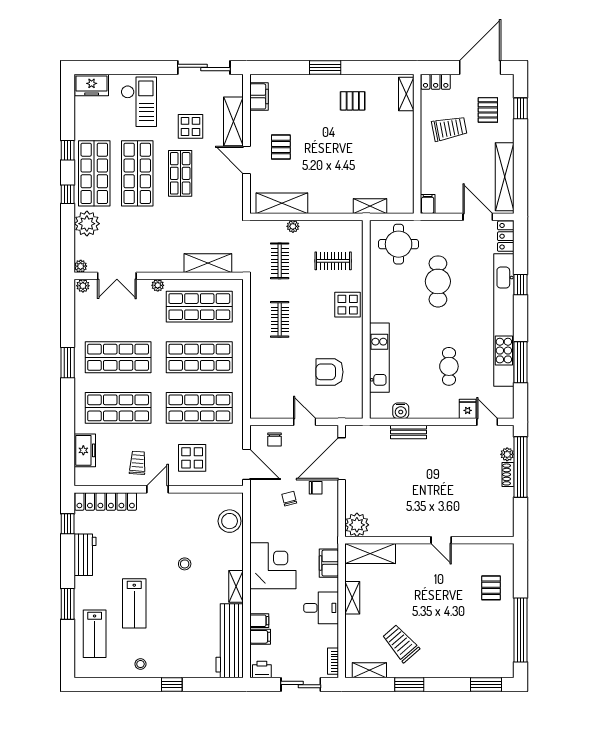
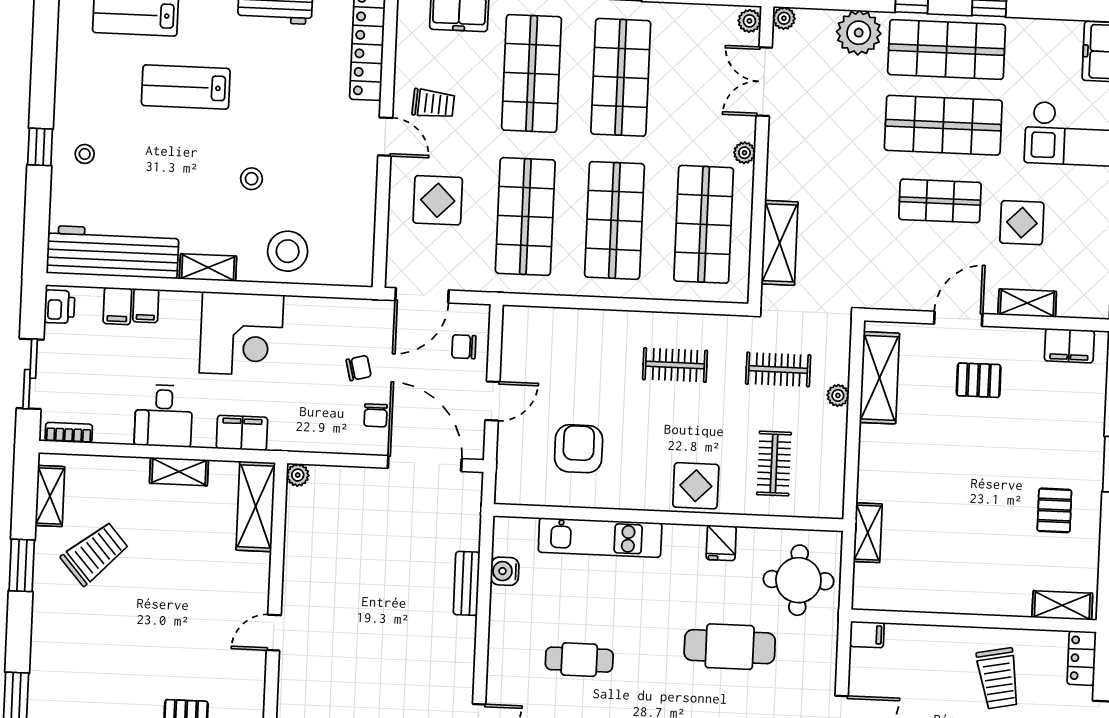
shelving: (233, 121) -> (1027, 303), width x0.67, depth x0.75
fridge: (468, 409) -> (721, 543), moved, turned 90
stool: (230, 521) -> (288, 251), moved
plant: (357, 525) -> (298, 475), width x0.53, depth x0.53
stool: (140, 664) -> (85, 154), moved

